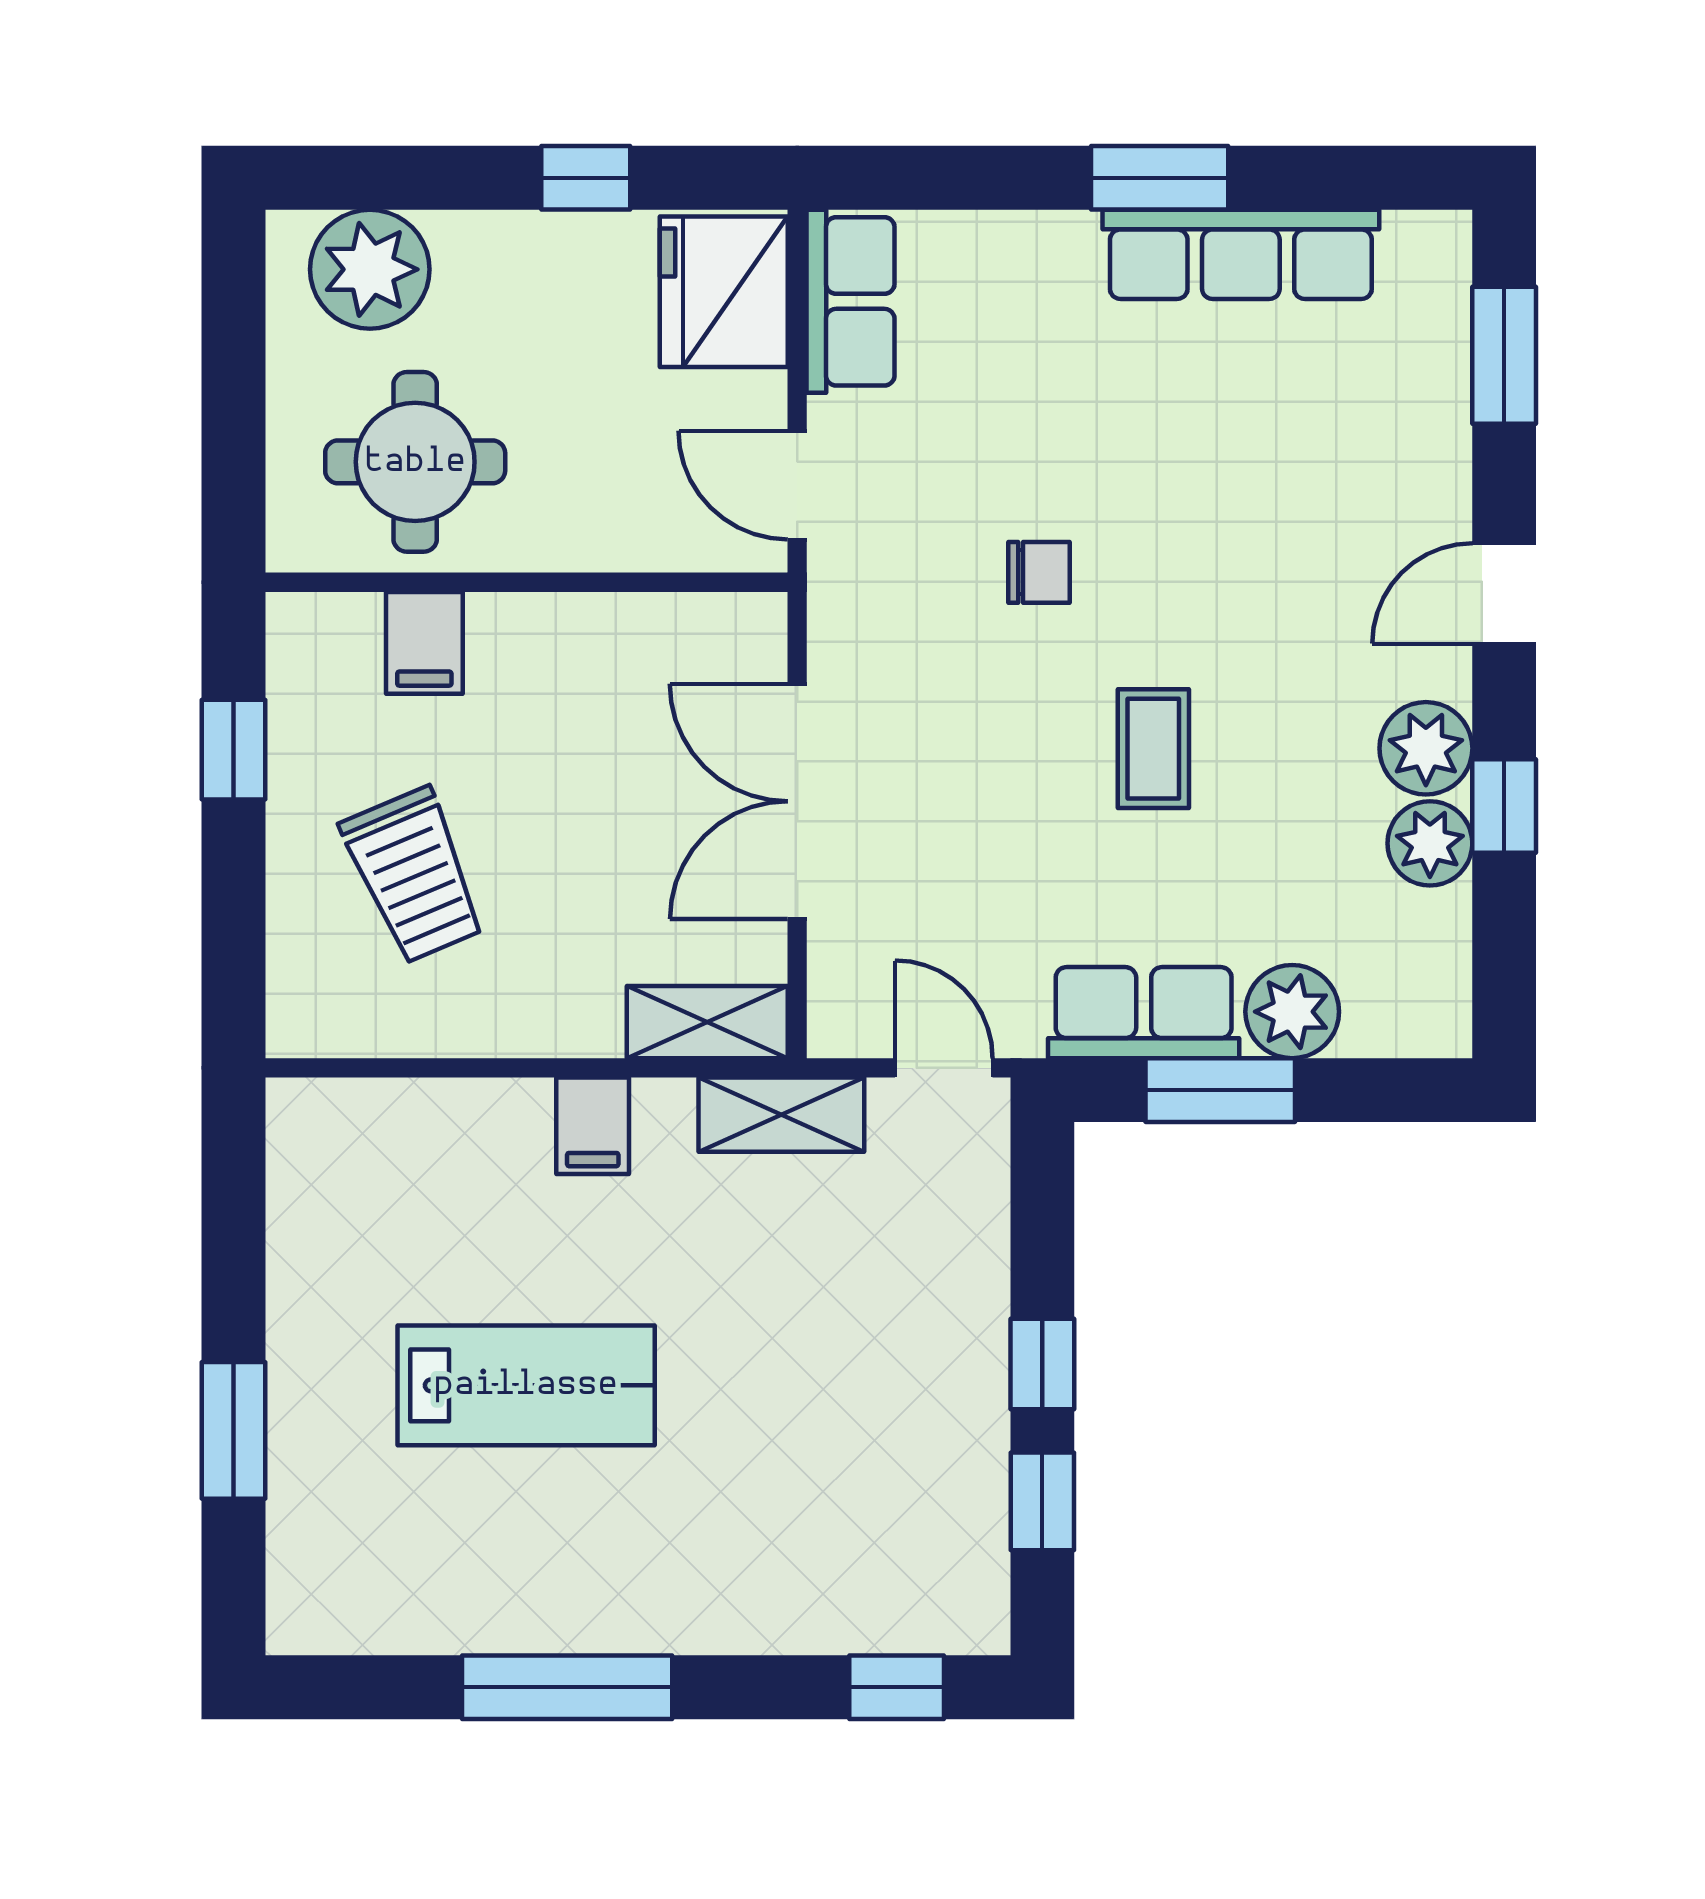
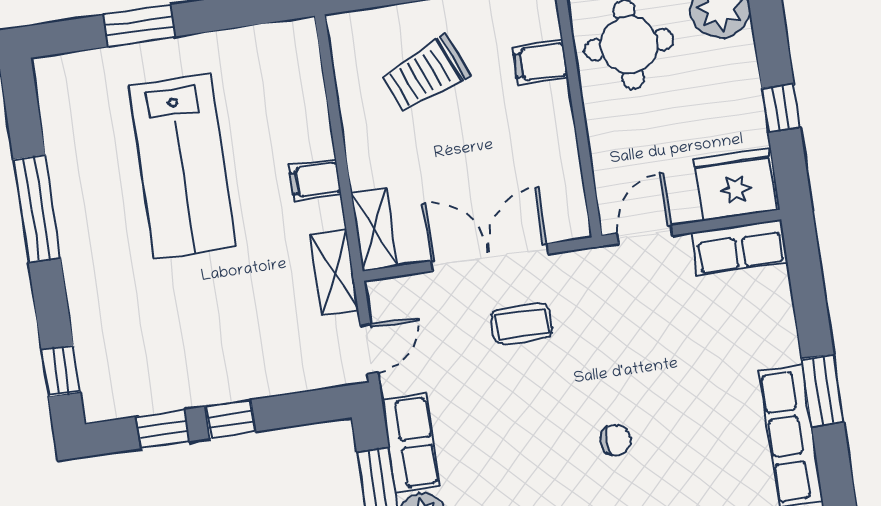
chair: (1039, 572) -> (616, 440), moved, turned -90
coffee table: (1153, 749) -> (522, 324), moved
lab bench: (526, 1385) -> (182, 166), width x1.36, depth x1.39

